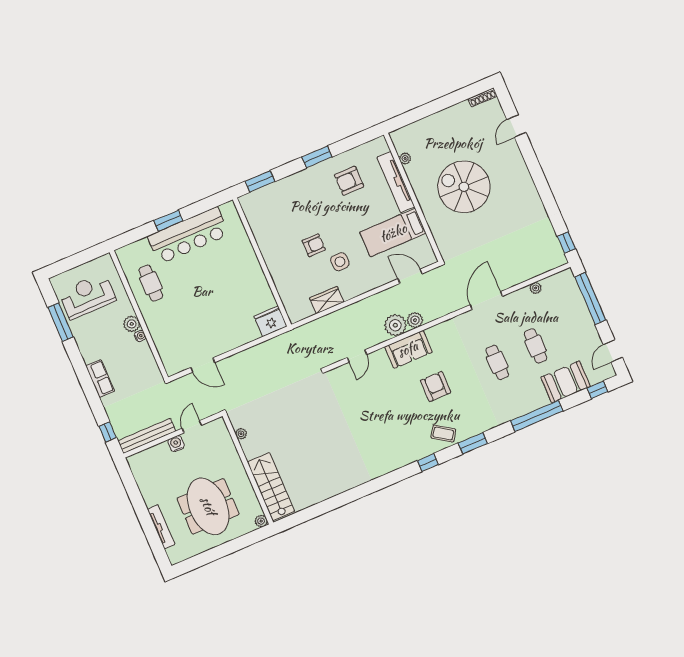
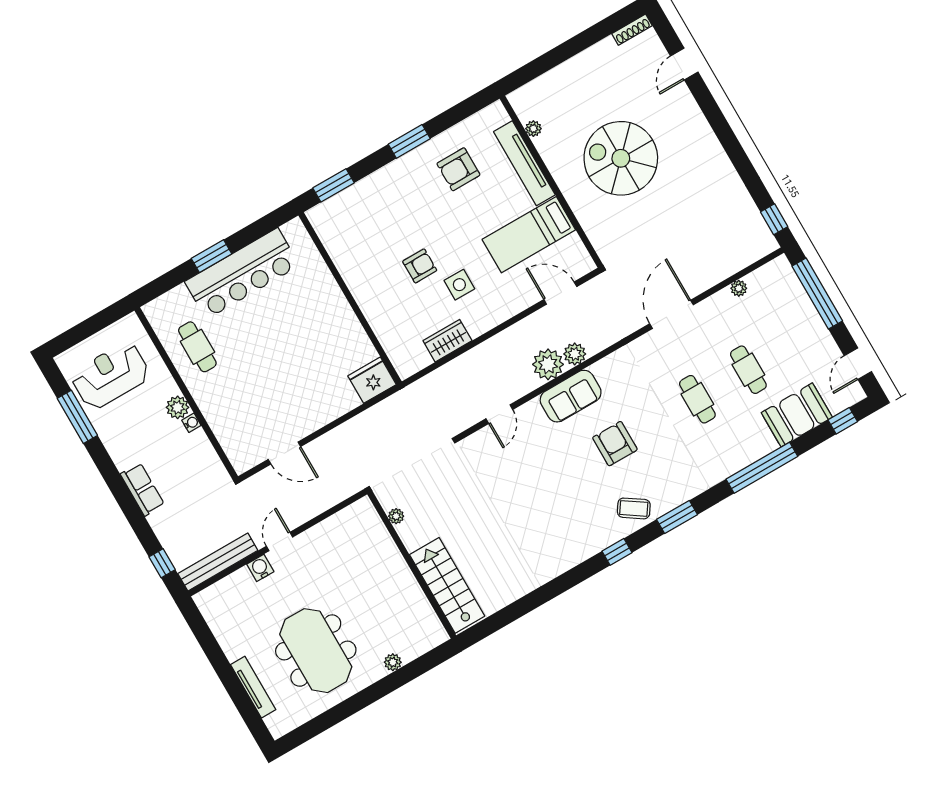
plant: (241, 434) -> (396, 516), moved
wall: (248, 469) -> (412, 565), moved
stairs: (271, 487) -> (447, 585), moved

